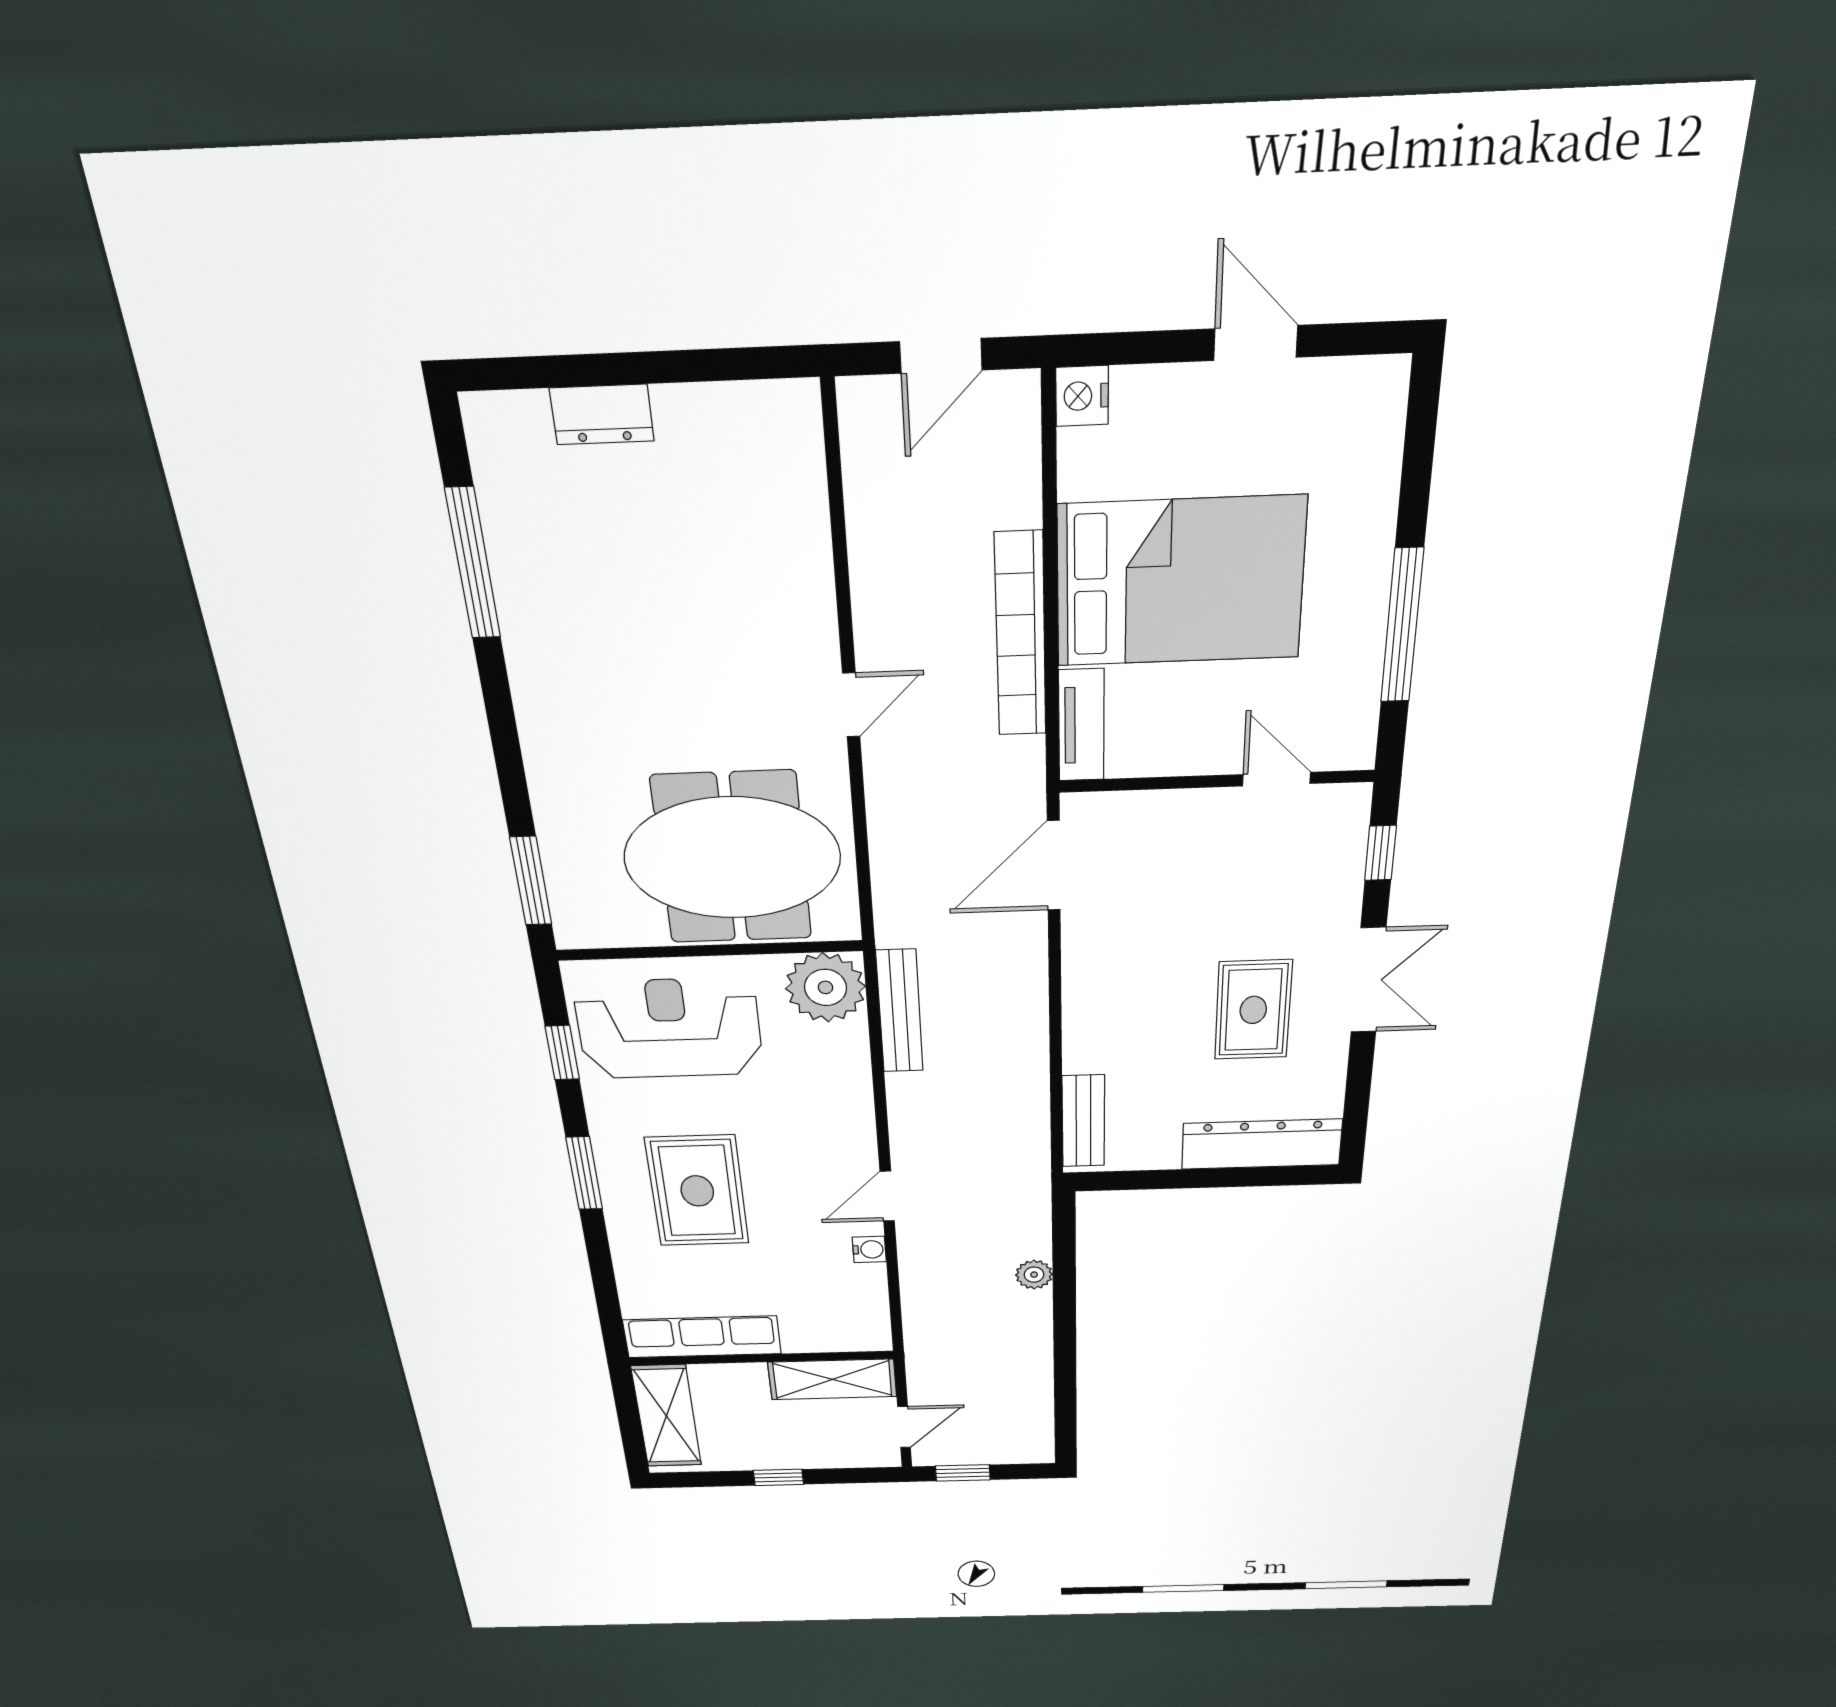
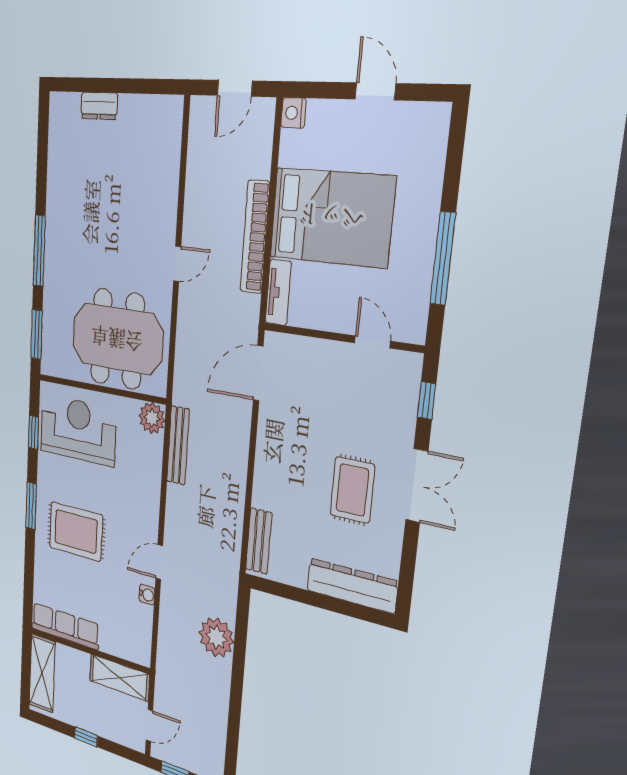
window: (473, 564) -> (39, 251), moved
plant: (825, 987) -> (152, 418), width x0.73, depth x0.73
rug: (697, 1191) -> (76, 531), turned 90
plant: (1034, 1275) -> (216, 637), width x1.88, depth x1.88

